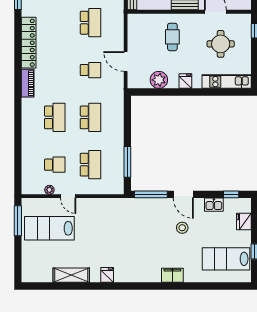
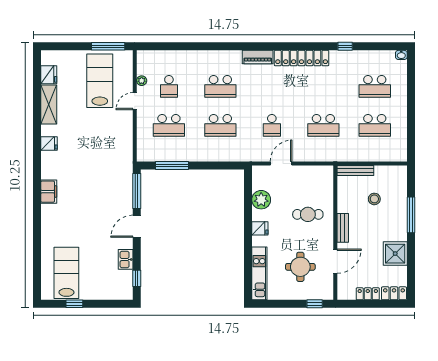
fridge: (244, 222) -> (49, 75), moved, turned 90
stool: (182, 228) -> (100, 225), removed
filing cabinet: (172, 275) -> (49, 192), moved

